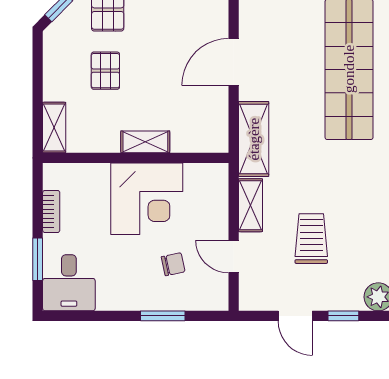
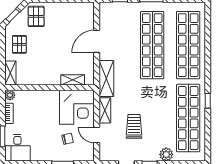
pallet: (105, 71) -> (19, 44), moved
shelving: (145, 142) -> (73, 80), moved
plant: (53, 173) -> (10, 95), added
corner desk: (147, 199) -> (77, 107), moved

